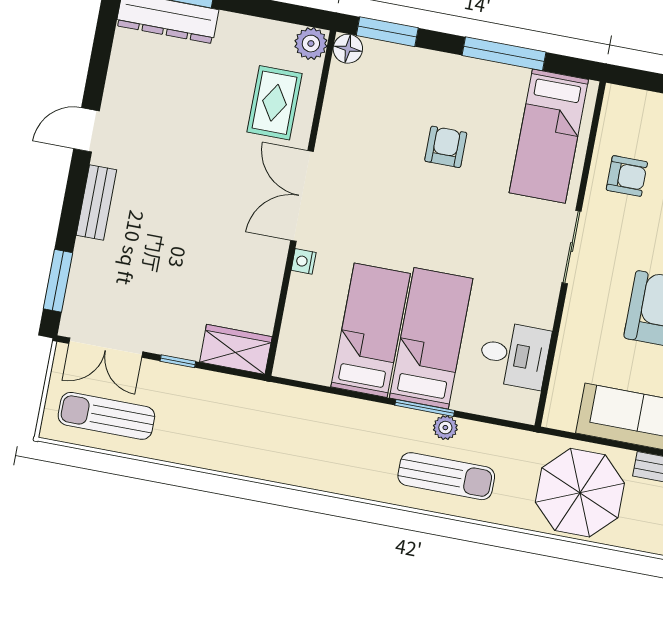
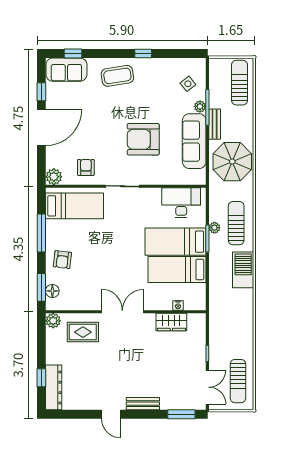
floor lamp: (348, 49) -> (52, 291), moved
plant: (620, 103) -> (54, 177), added
armchair: (446, 147) -> (62, 260), moved, turned -83
double door: (302, 196) -> (122, 312), swing flipped
nightstand: (304, 261) -> (178, 306), moved
wardrobe: (236, 349) -> (171, 322), moved, turned -90
desk: (514, 355) -> (181, 203), width x1.37
barbecue: (343, 472) -> (243, 270), added

